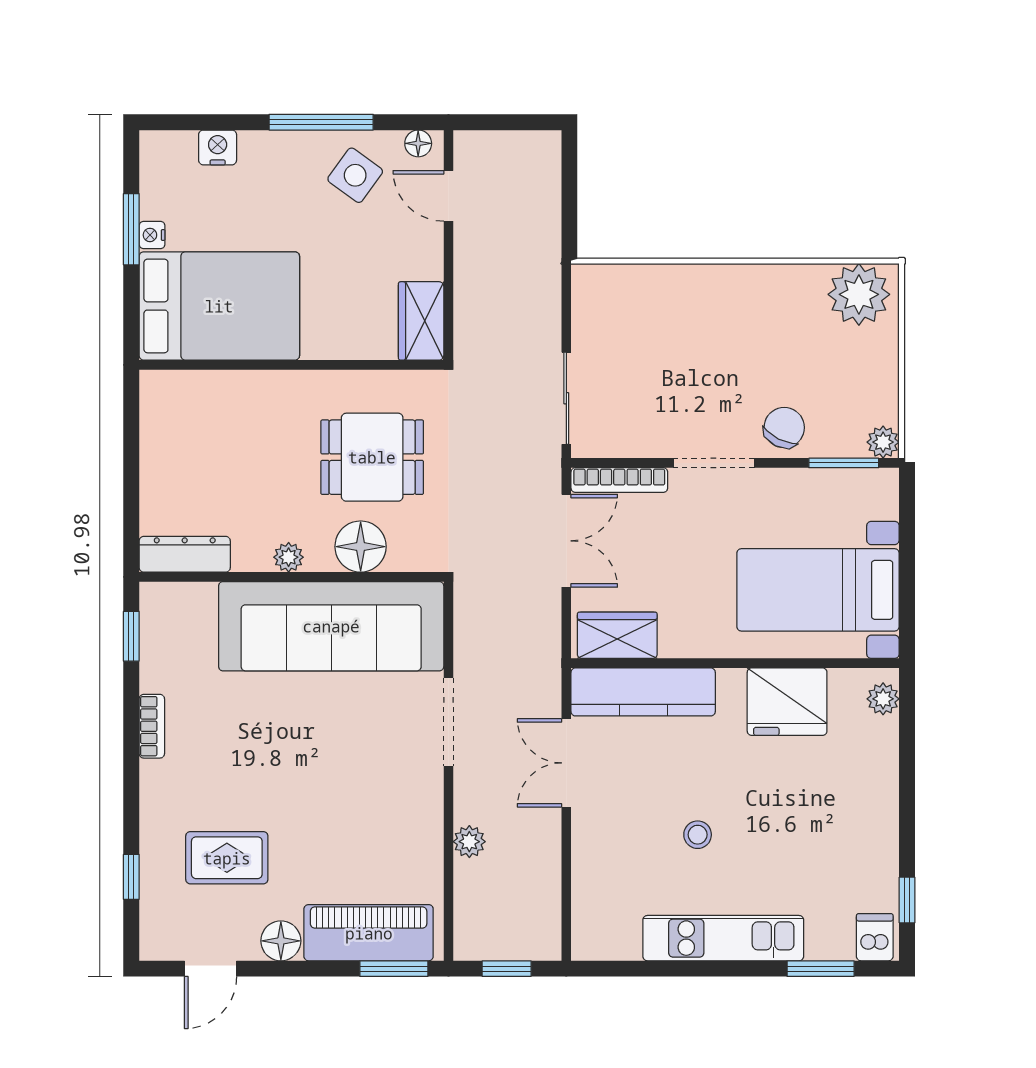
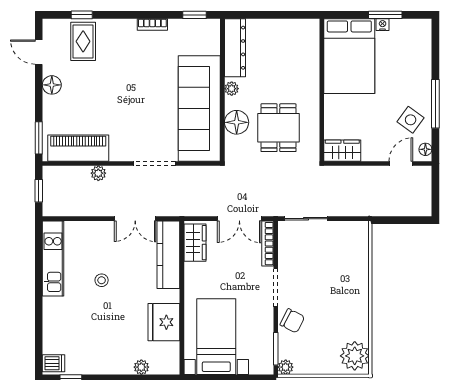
nightstand: (218, 147) -> (424, 55), removed
dresser: (185, 554) -> (235, 48), width x1.37, depth x1.24
plant: (883, 699) -> (141, 367), moved
double door: (566, 763) -> (135, 219), swing flipped
rug: (227, 858) -> (83, 41), moved
piano: (369, 933) -> (78, 148), moved, turned -90
kitchen unit: (723, 938) -> (53, 259), moved
window: (821, 969) -> (39, 338), removed

